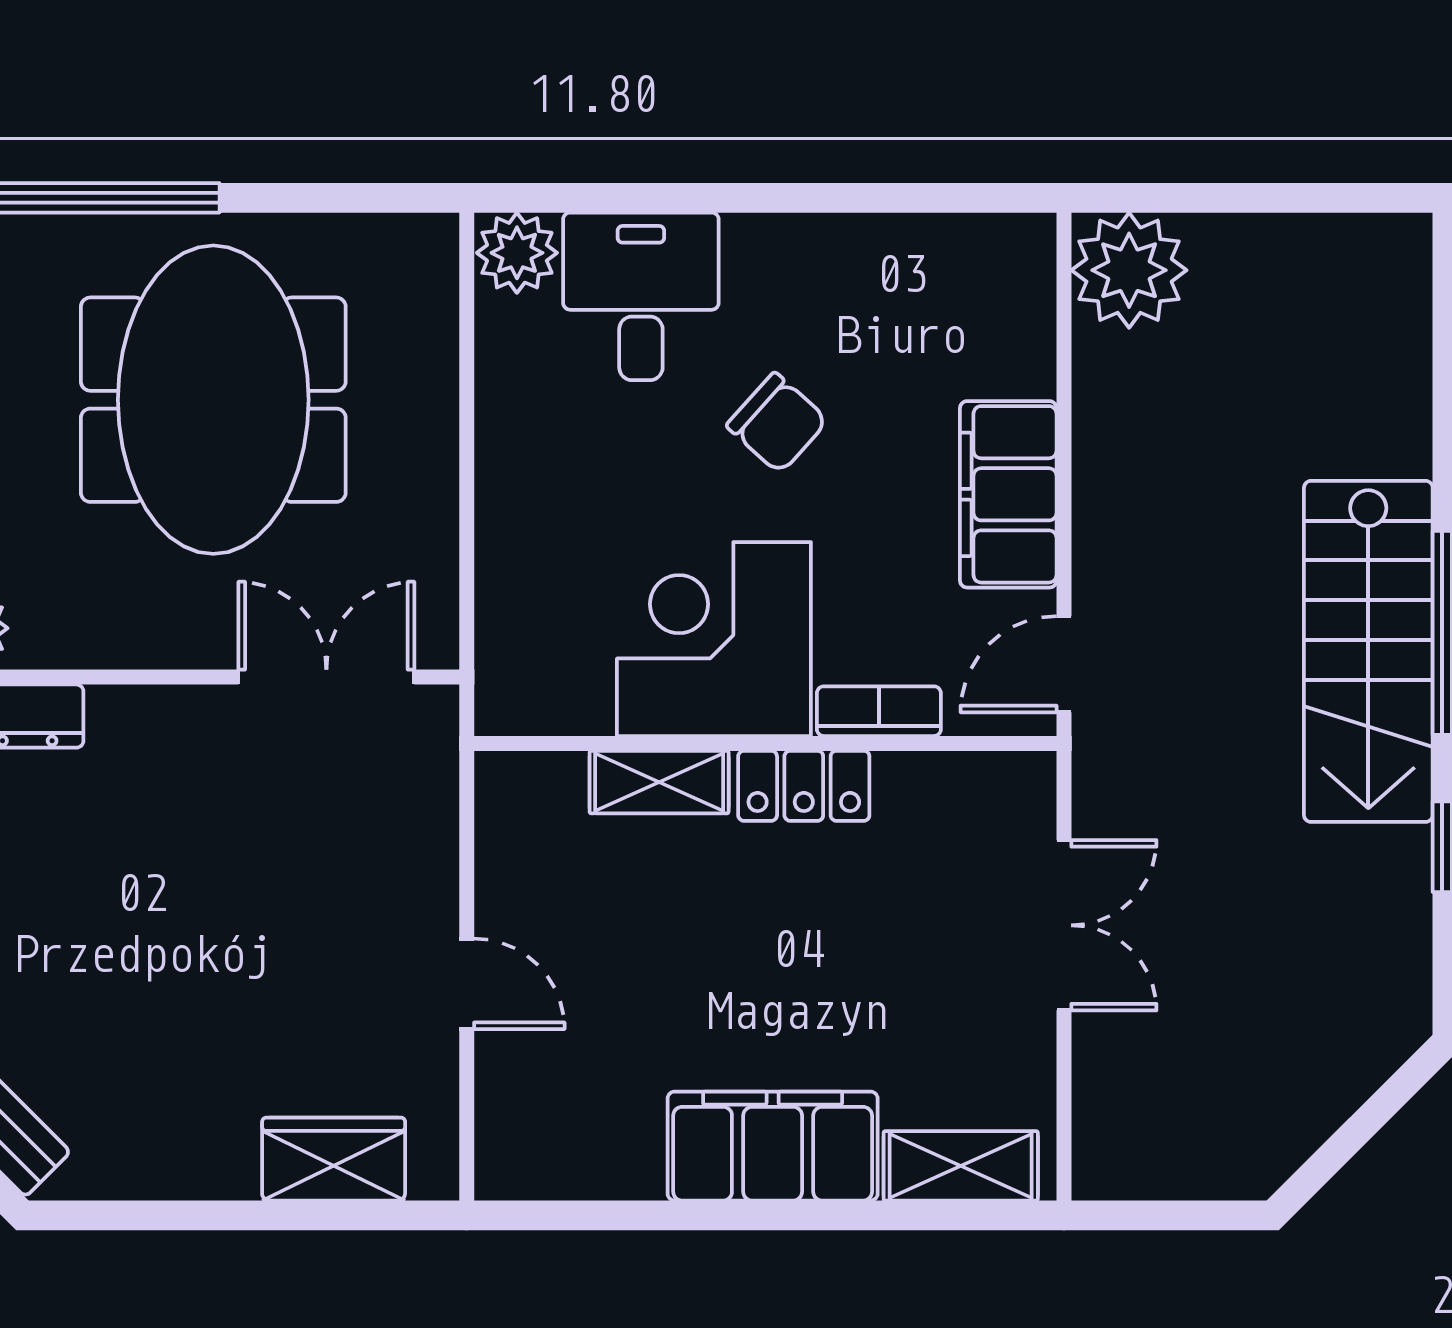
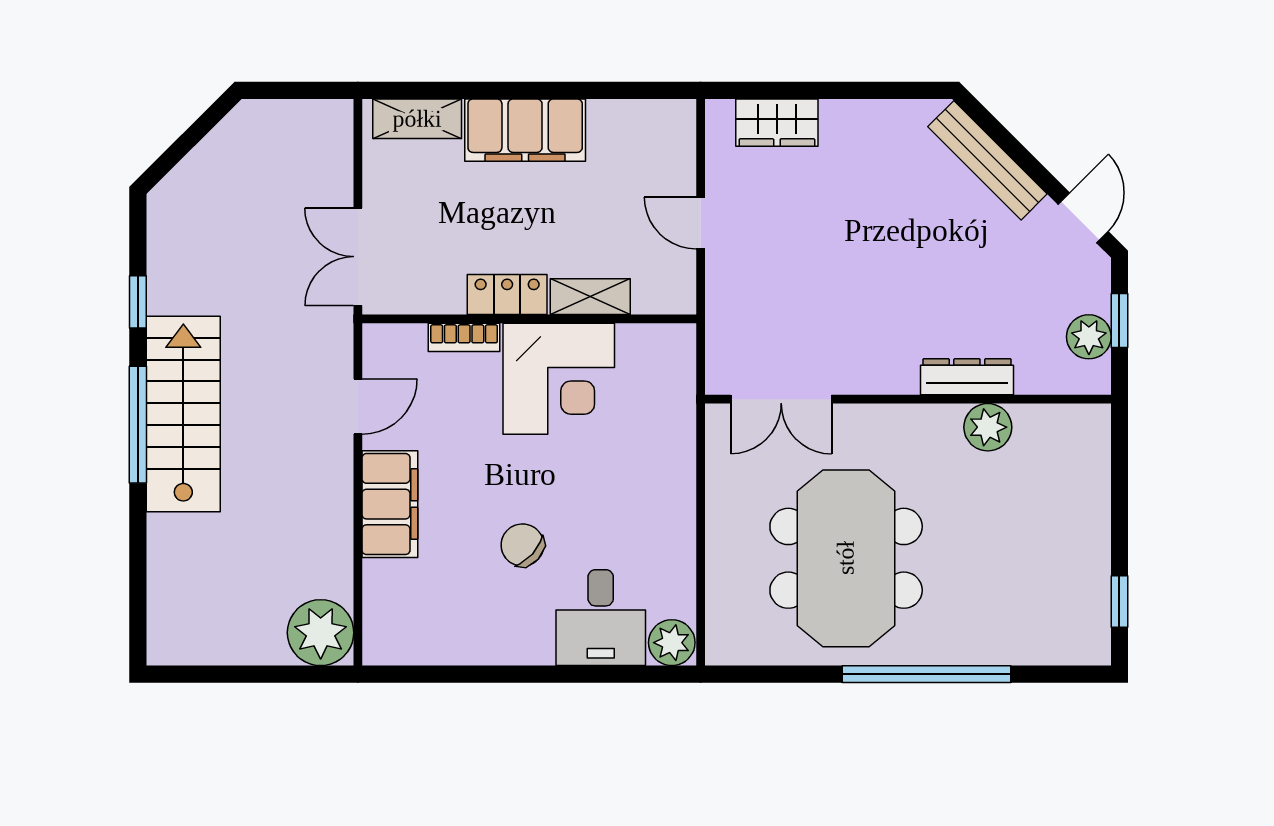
corner desk: (714, 639) -> (559, 379), moved
bookcase: (879, 711) -> (464, 337), moved
wall: (765, 743) -> (529, 319), moved
shelving: (659, 782) -> (590, 297), moved
locker: (804, 786) -> (507, 294), moved

